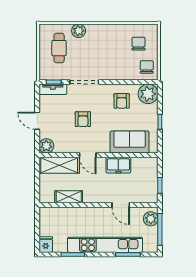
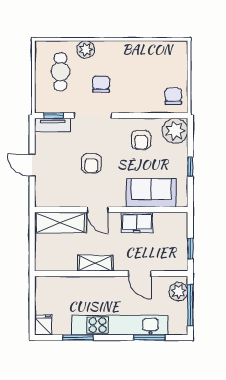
chair: (138, 44) -> (101, 84), moved
plant: (46, 146) -> (44, 198), removed
shelving: (69, 197) -> (95, 263), moved

